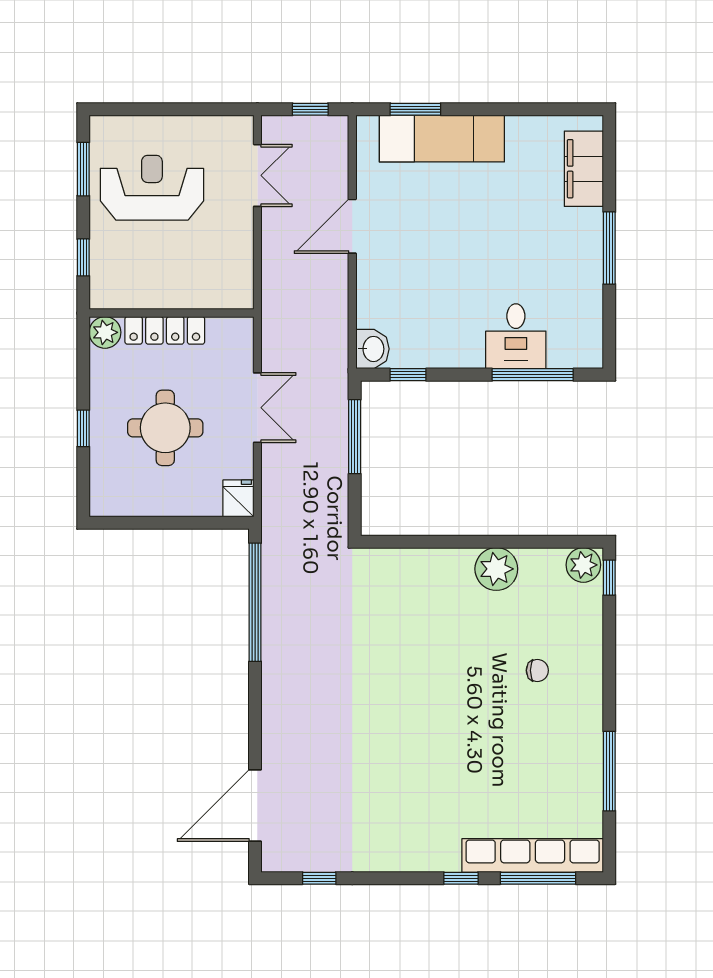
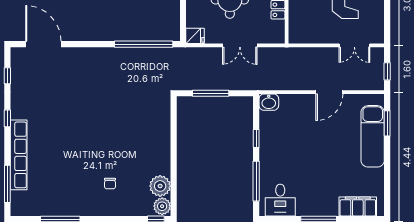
door: (352, 226) -> (329, 92), swing flipped
desk: (516, 336) -> (280, 200), moved, turned -90
window: (408, 375) -> (256, 138), moved
window: (355, 437) -> (211, 93), moved
plant: (496, 569) -> (160, 186), moved
row of seats: (533, 855) -> (19, 155), moved
window: (461, 878) -> (7, 118), moved

